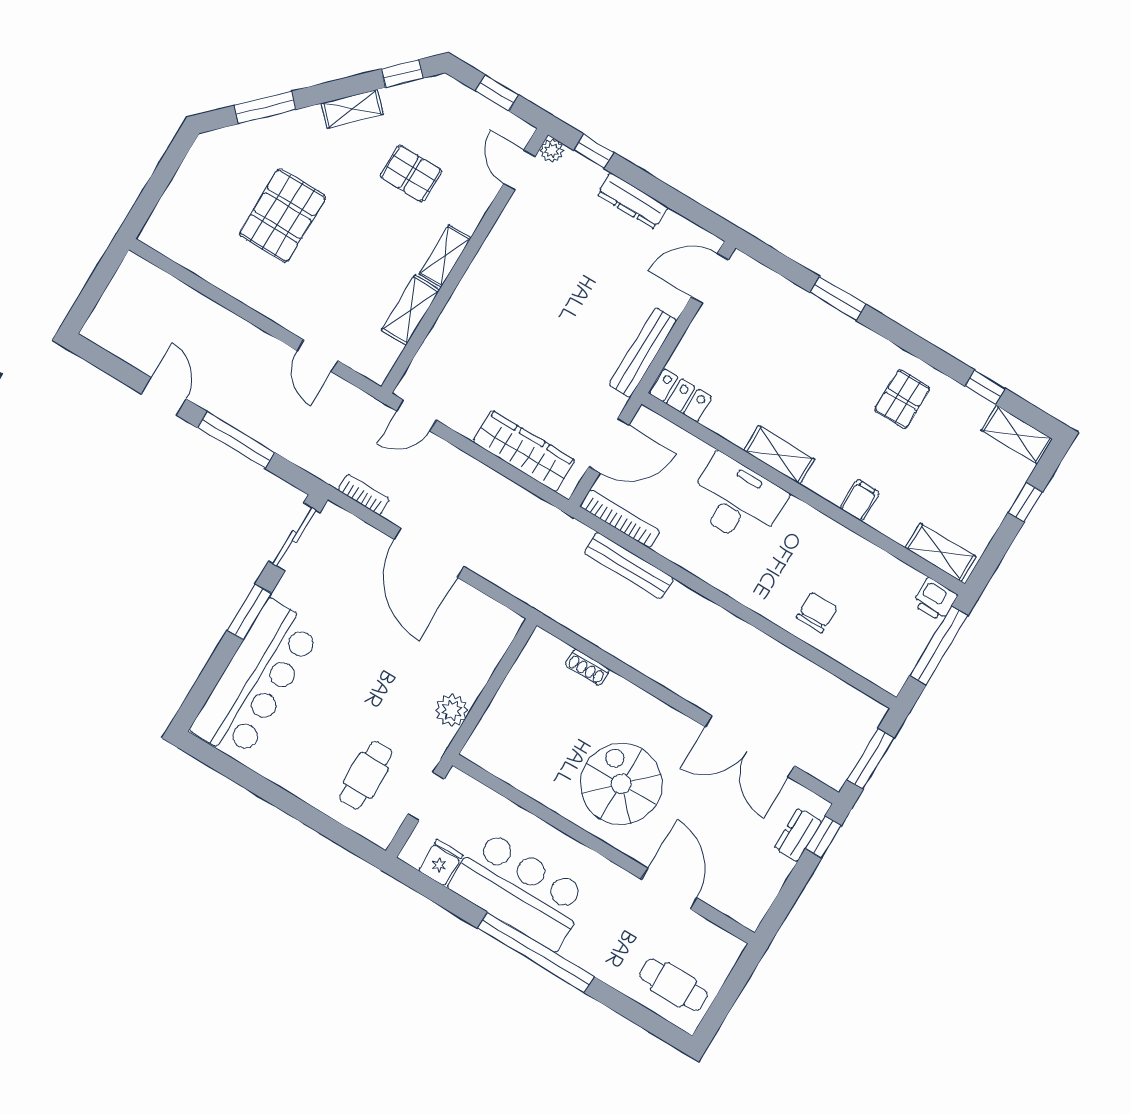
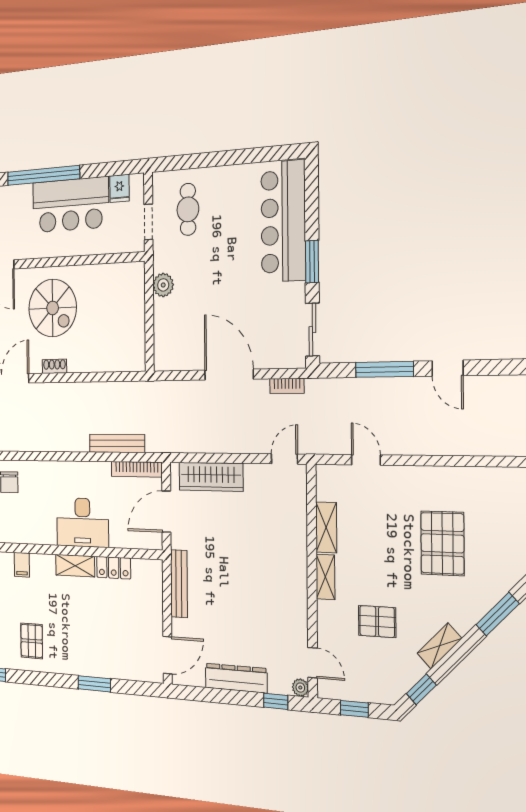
dresser: (632, 201) -> (236, 678), width x1.37, depth x1.24
locker: (681, 395) -> (114, 568), moved
shoe rack: (587, 667) -> (54, 366), moved

